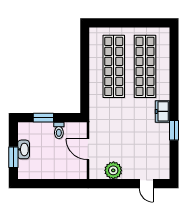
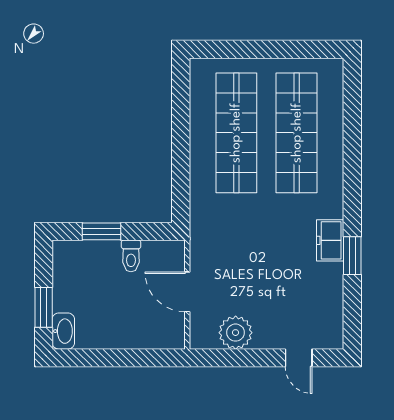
freezer: (163, 111) -> (330, 240), moved
washbasin: (24, 149) -> (63, 331), moved

